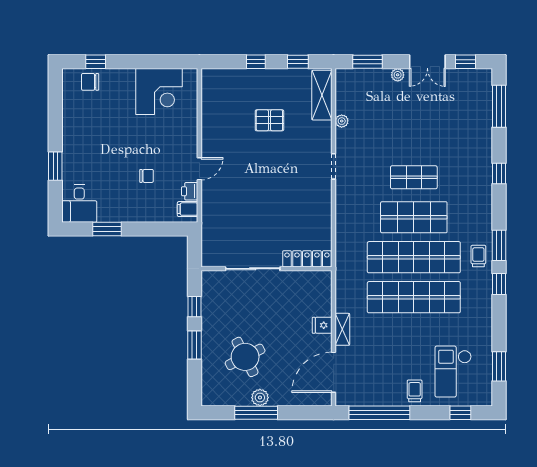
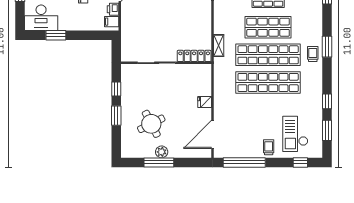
desk: (79, 204) -> (41, 18), width x1.37
window: (499, 284) -> (327, 101), moved
shelving: (342, 329) -> (219, 46), moved

